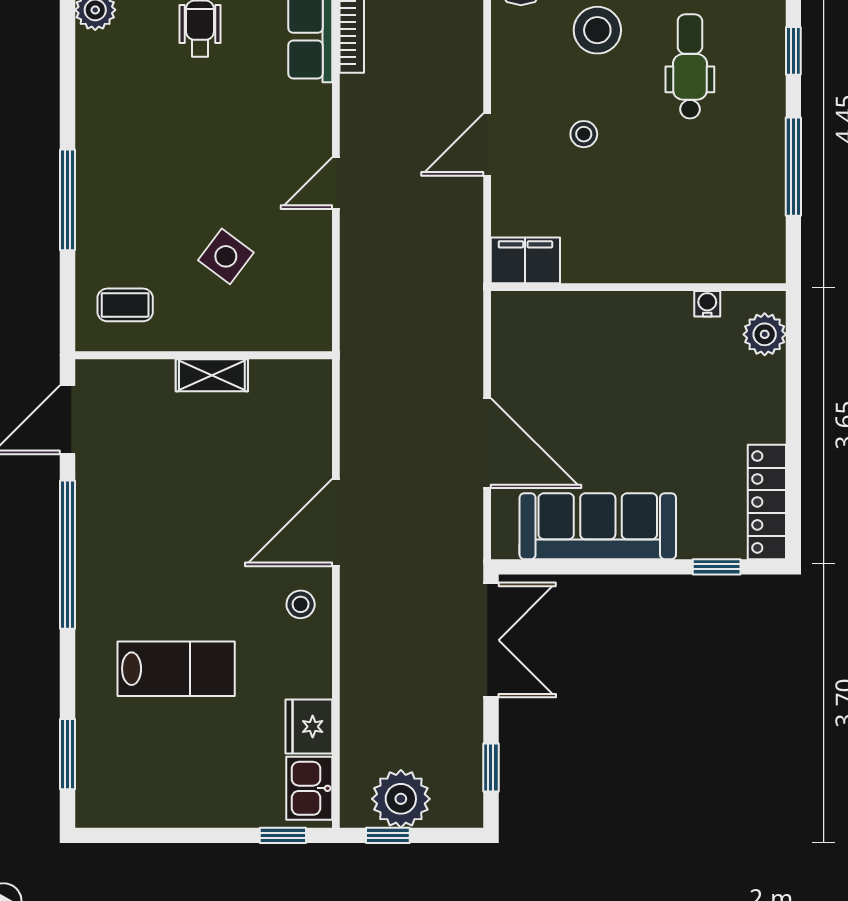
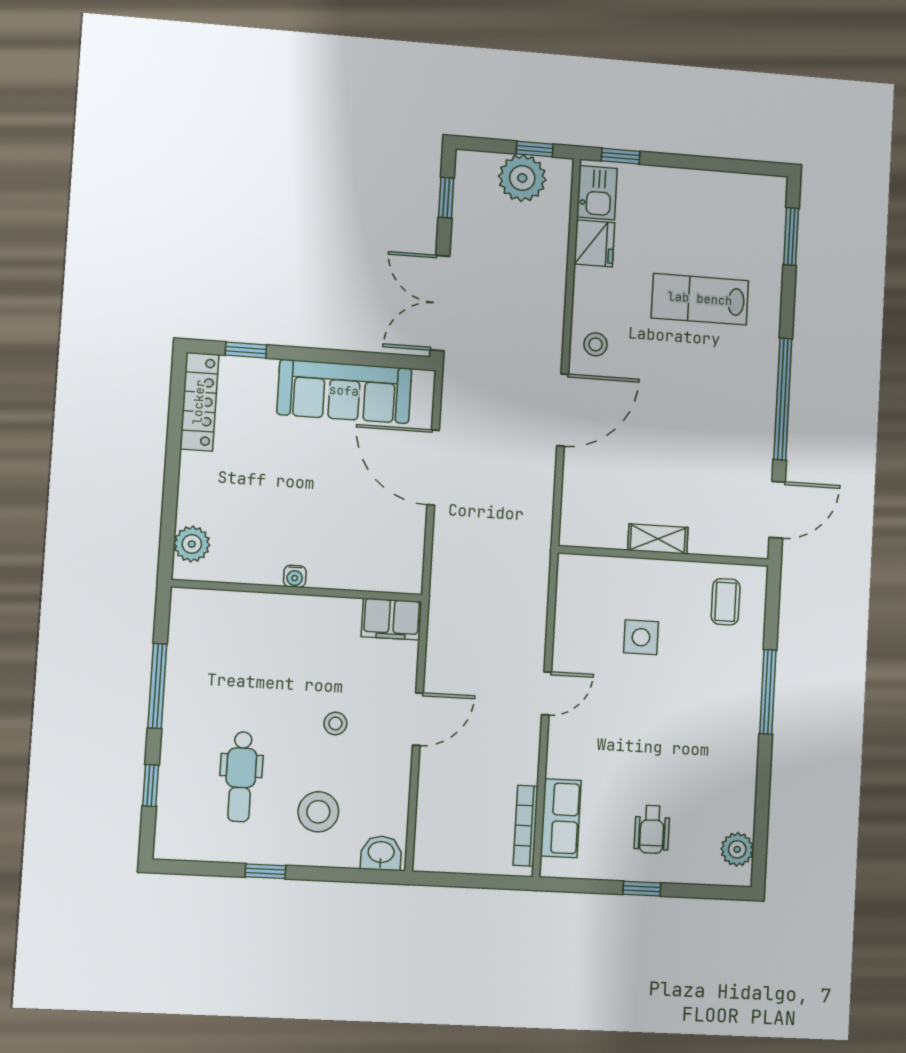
side table: (226, 256) -> (641, 637), turned -37
water cooler: (707, 304) -> (295, 576), moved
coffee table: (125, 305) -> (726, 602), turned 90

